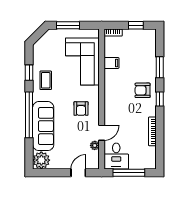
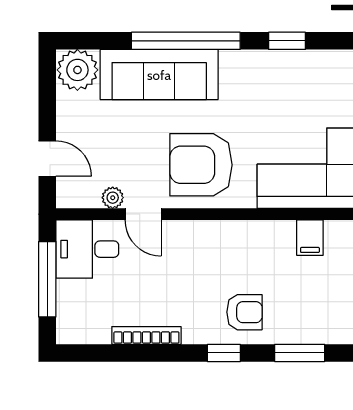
coffee table: (46, 80) -> (269, 80), removed
armchair: (143, 90) -> (244, 312), turned 90
armchair: (81, 109) -> (201, 165), width x1.88, depth x1.88

